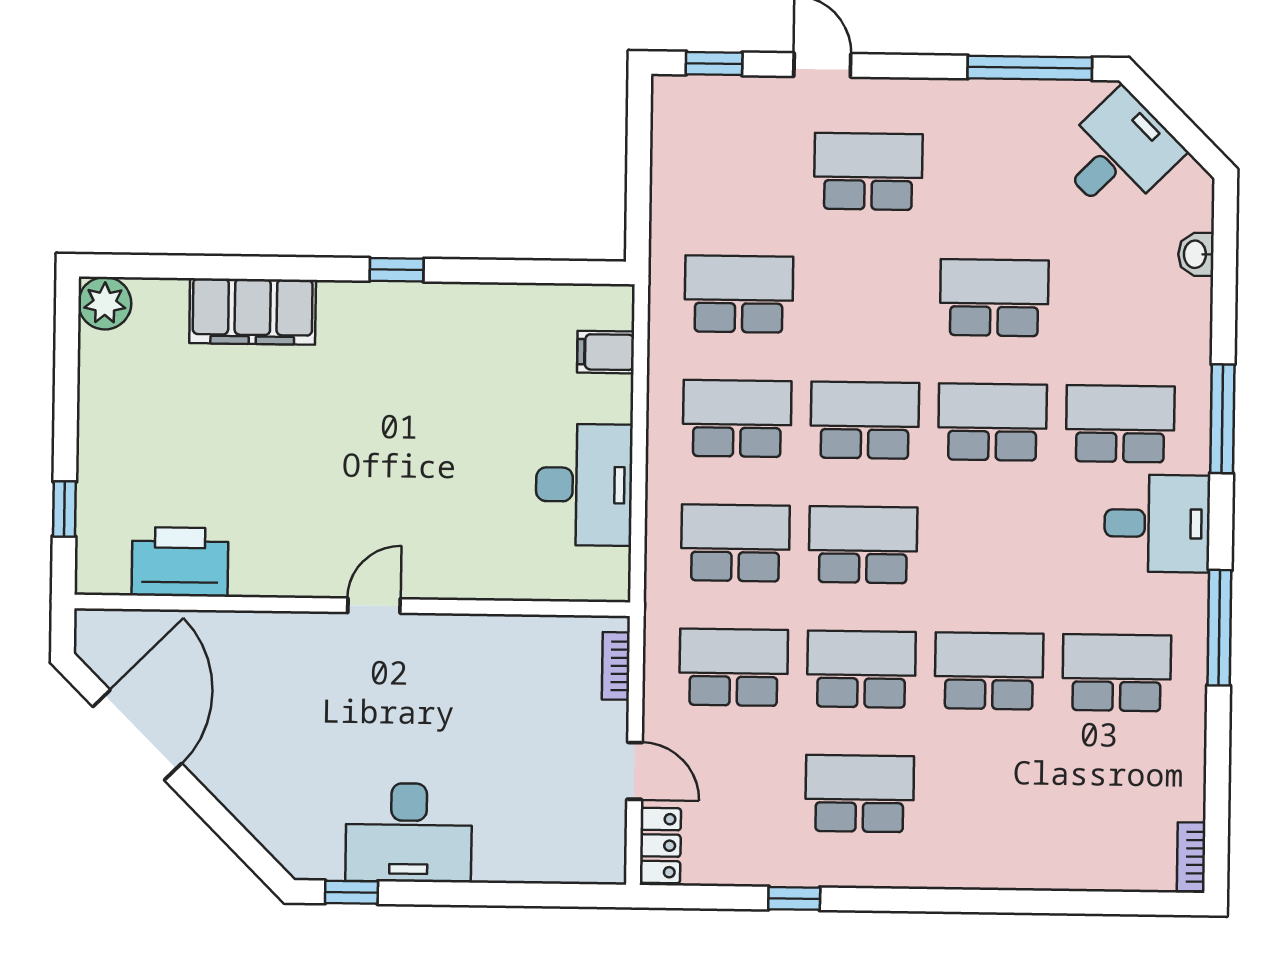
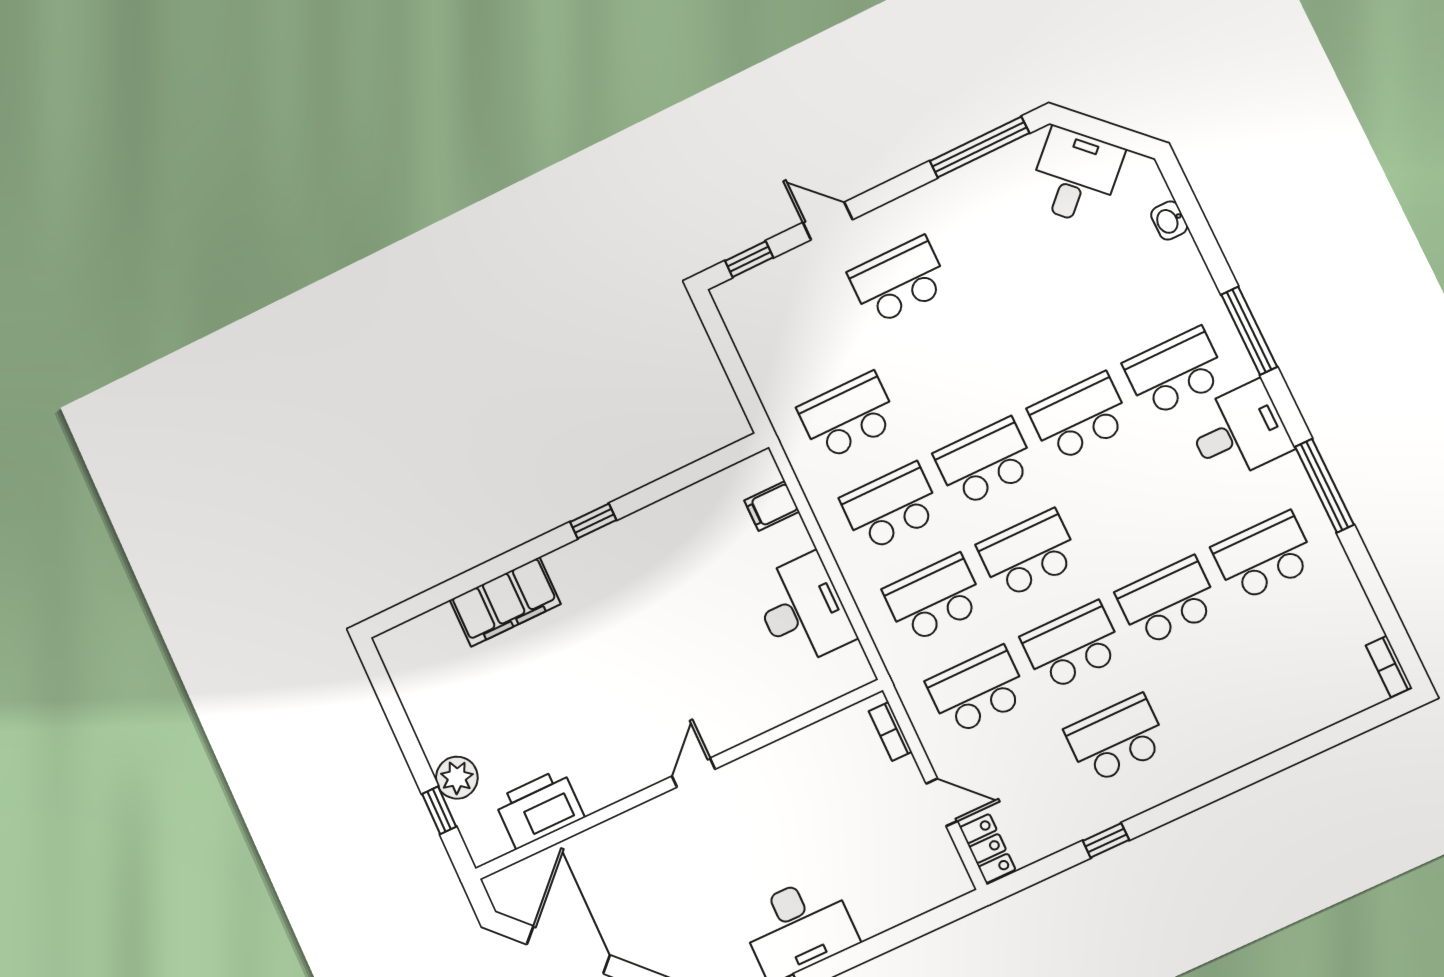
school desk: (994, 298) -> (1036, 326), removed
plant: (105, 303) -> (457, 778), moved

